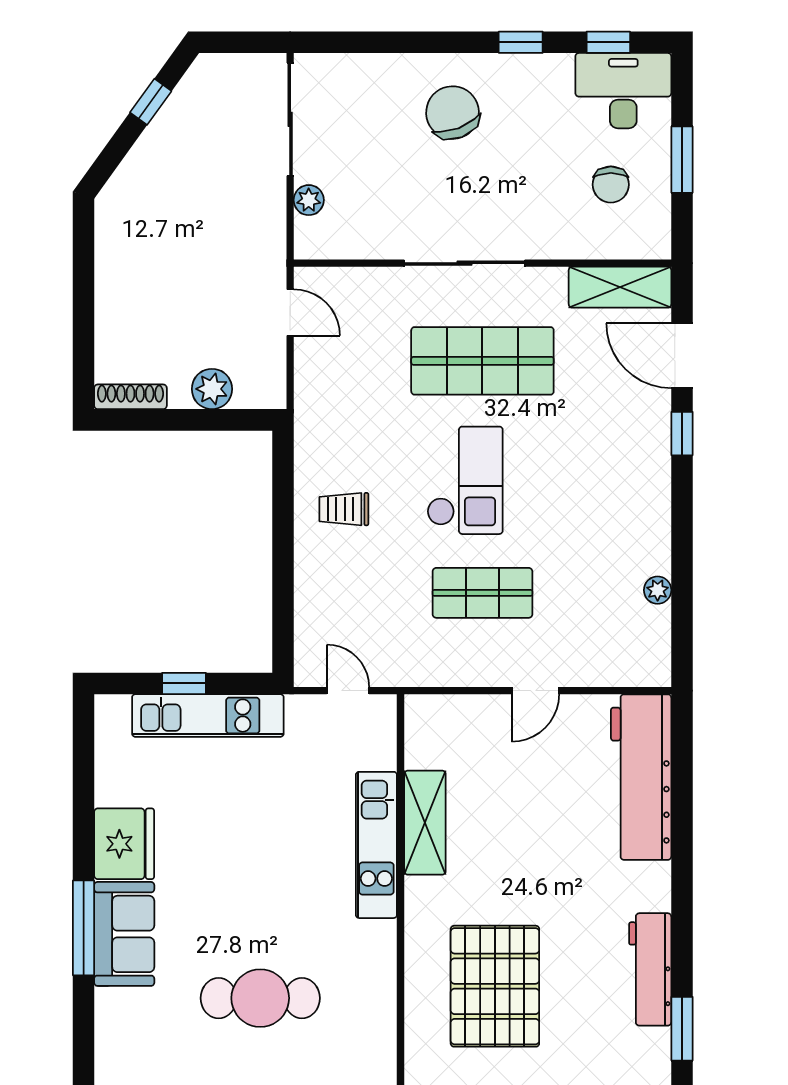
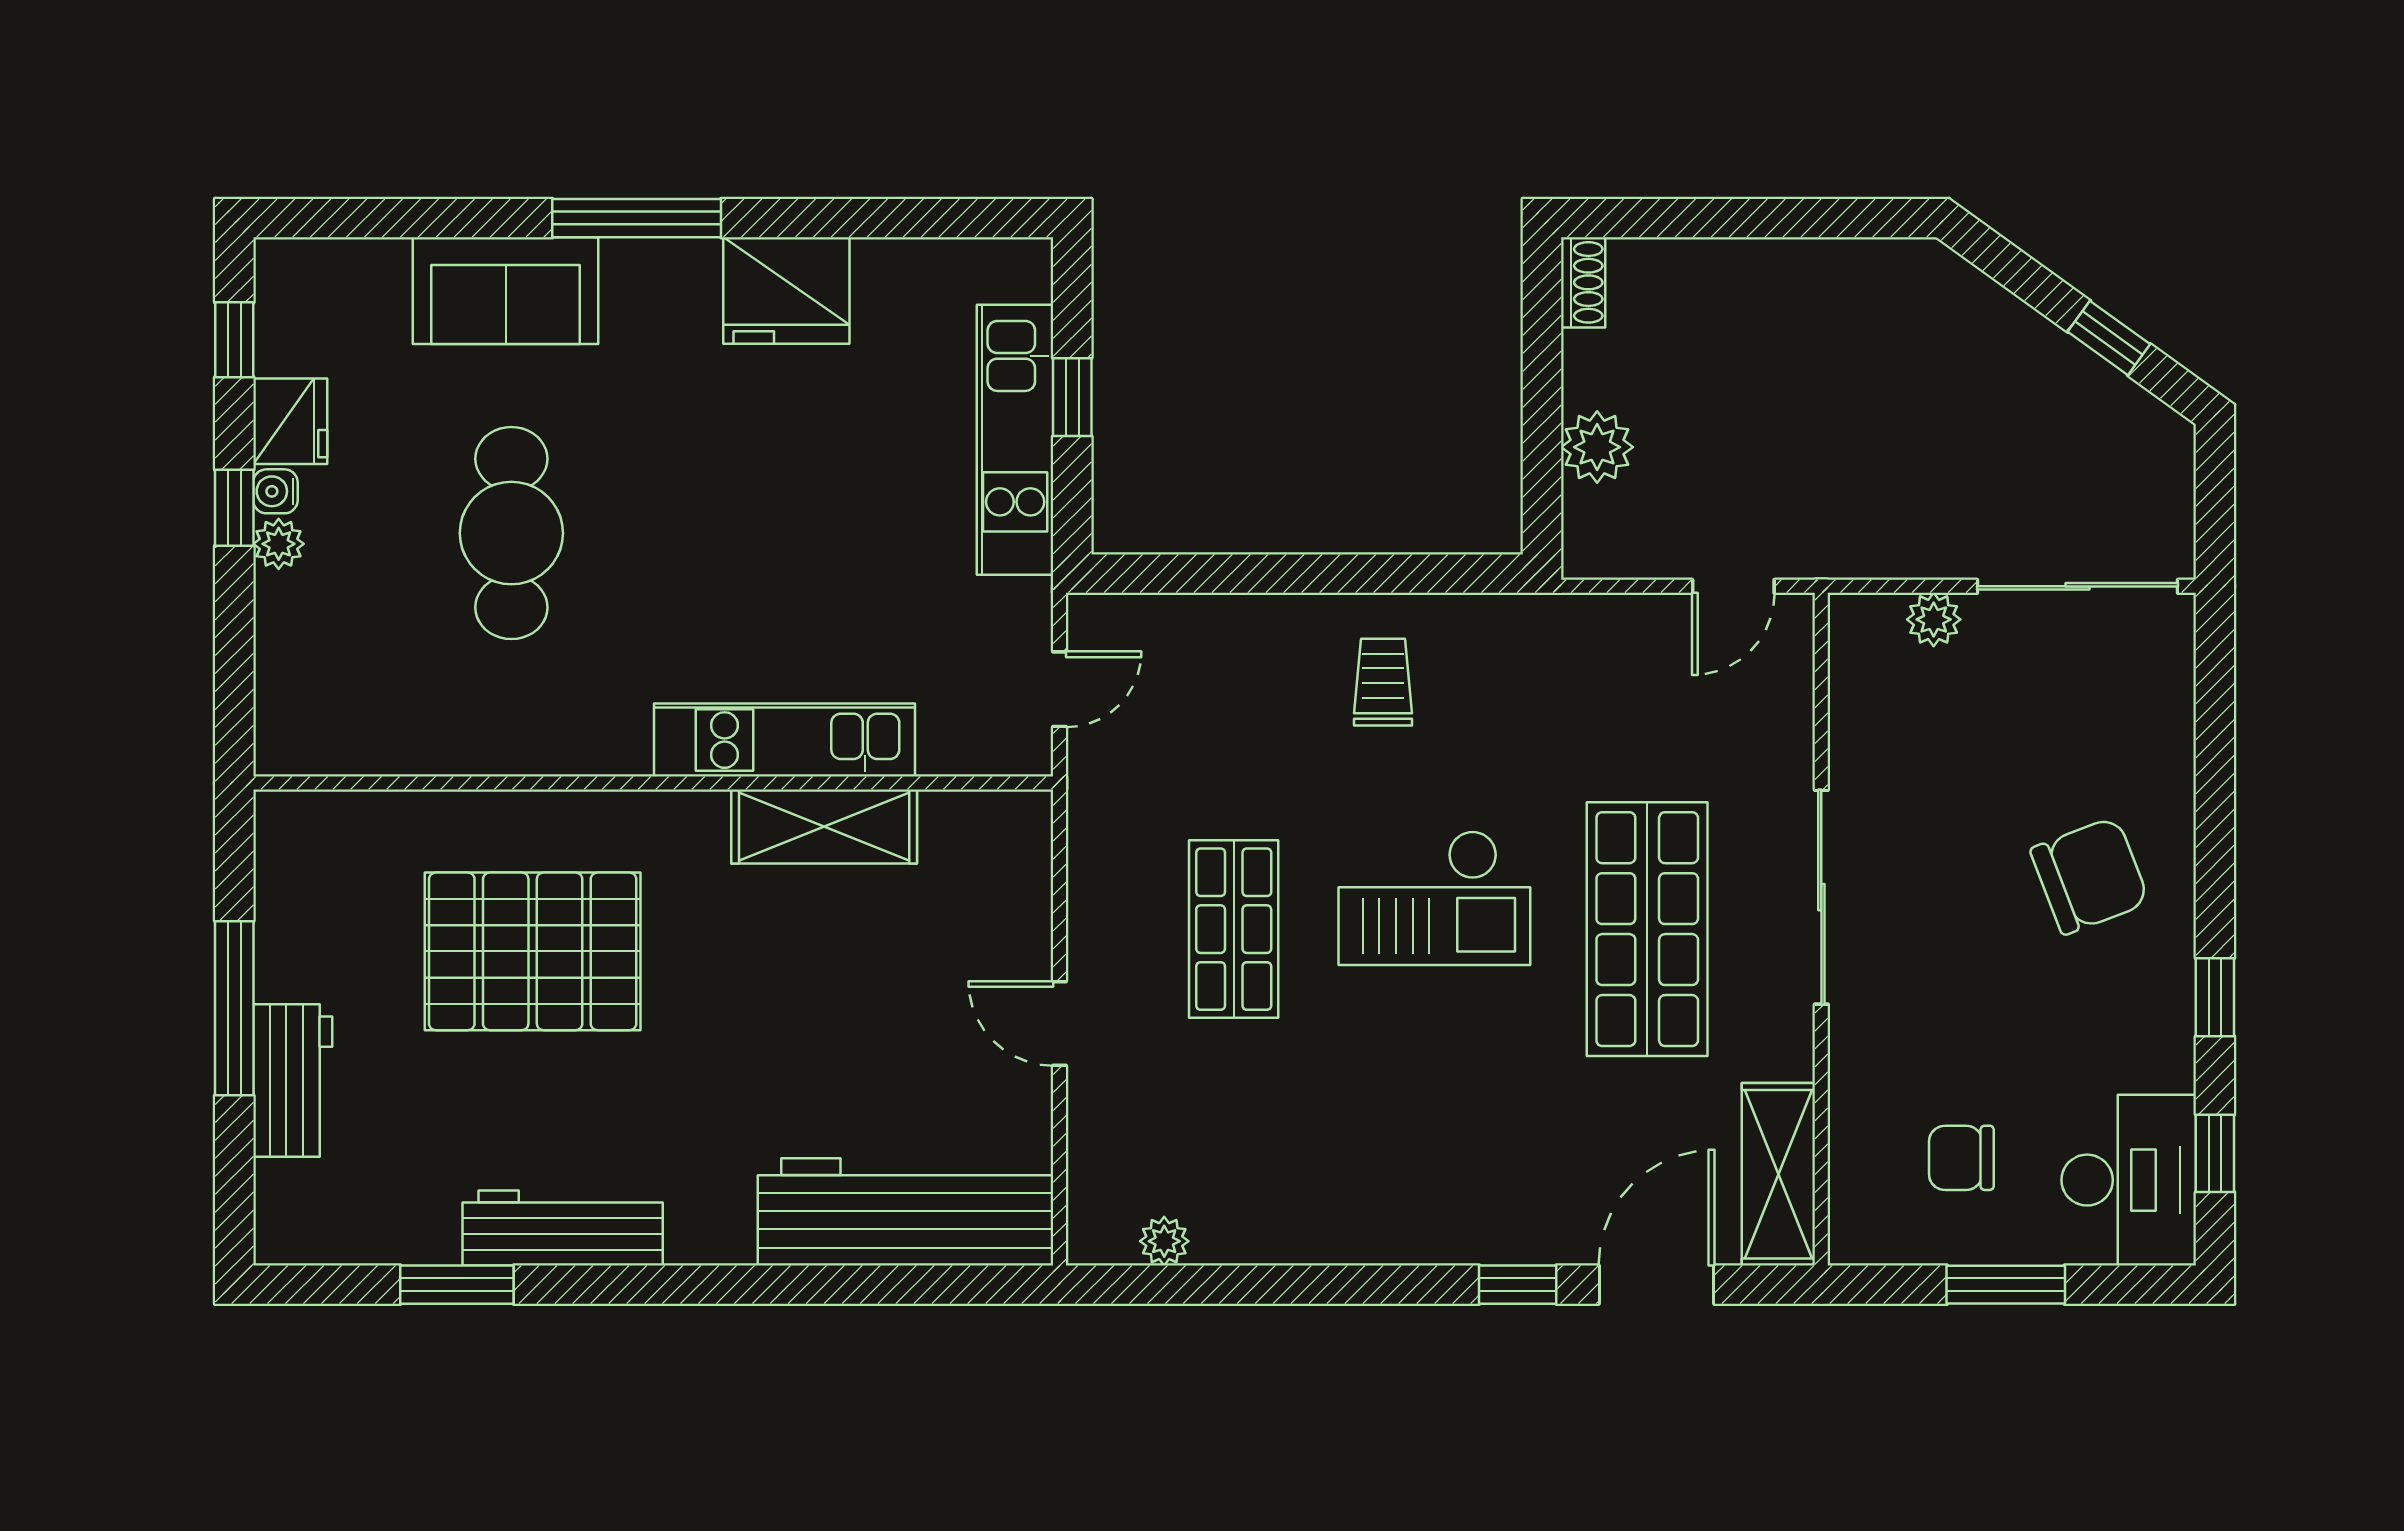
shoe rack: (130, 397) -> (1583, 282), width x0.70
plant: (658, 590) -> (1164, 1241), moved
sofa: (124, 934) -> (506, 291), moved

